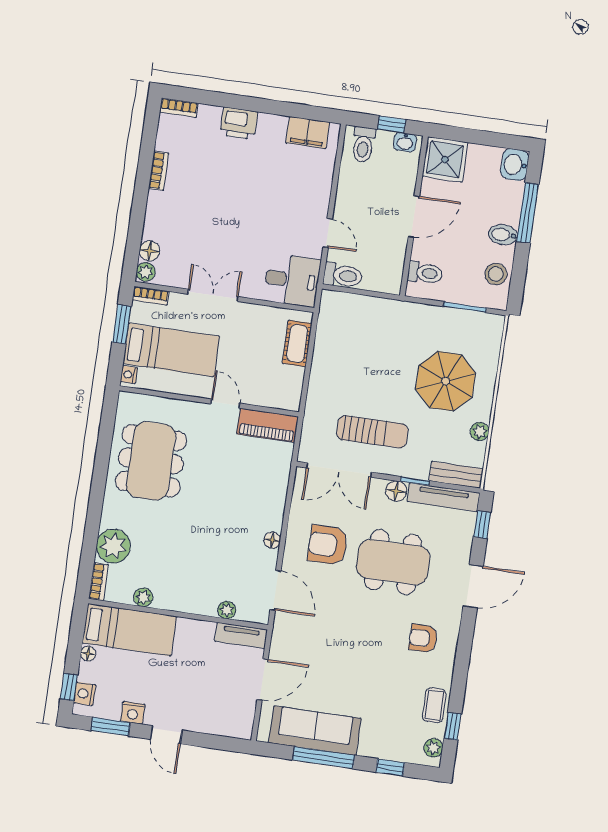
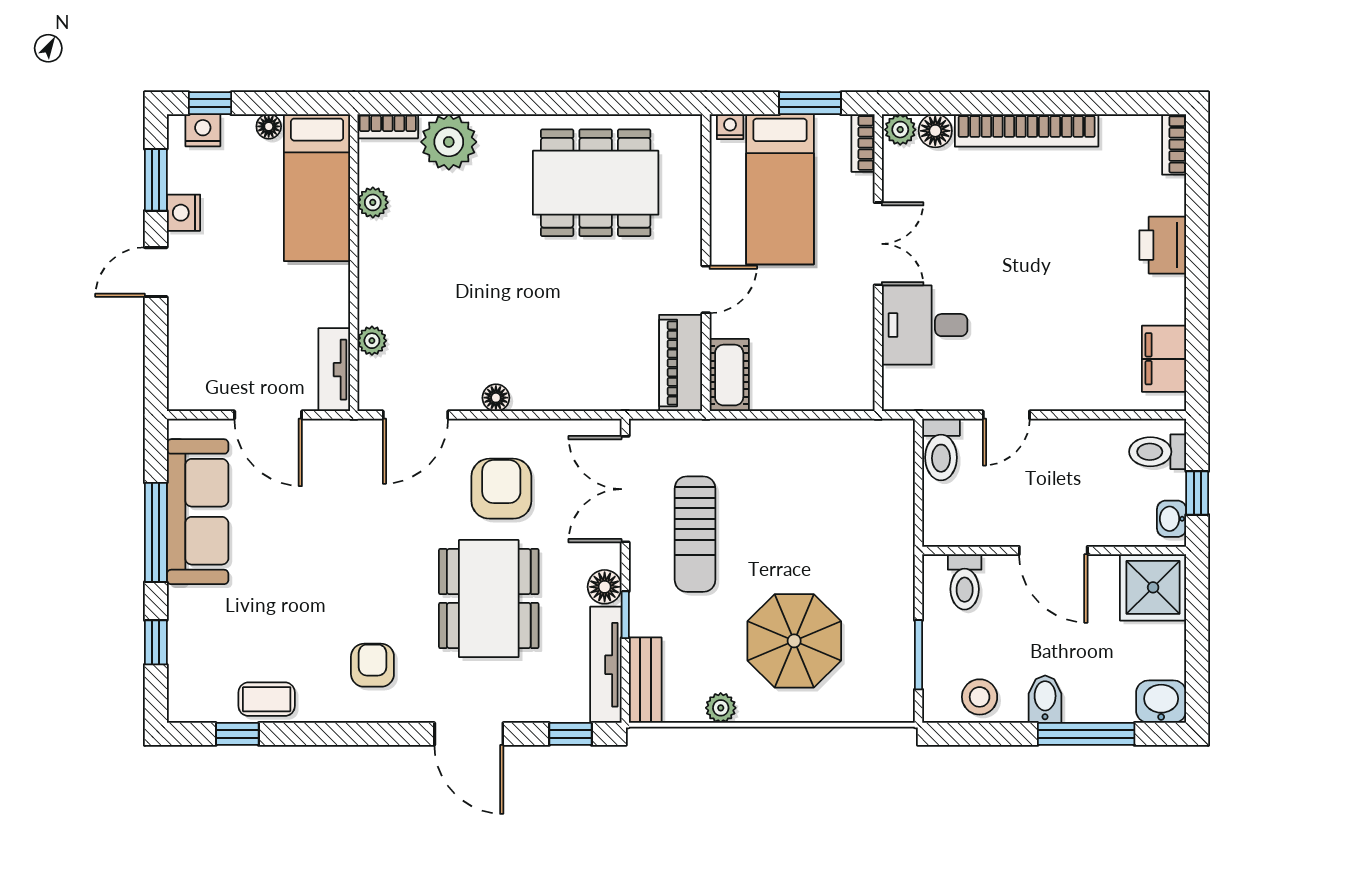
bookcase: (159, 171) -> (1027, 130), width x2.31, depth x1.31
desk: (292, 280) -> (925, 325), moved, turned 90
cot: (297, 343) -> (729, 375), moved, turned 90
plant: (433, 748) -> (198, 708), removed

